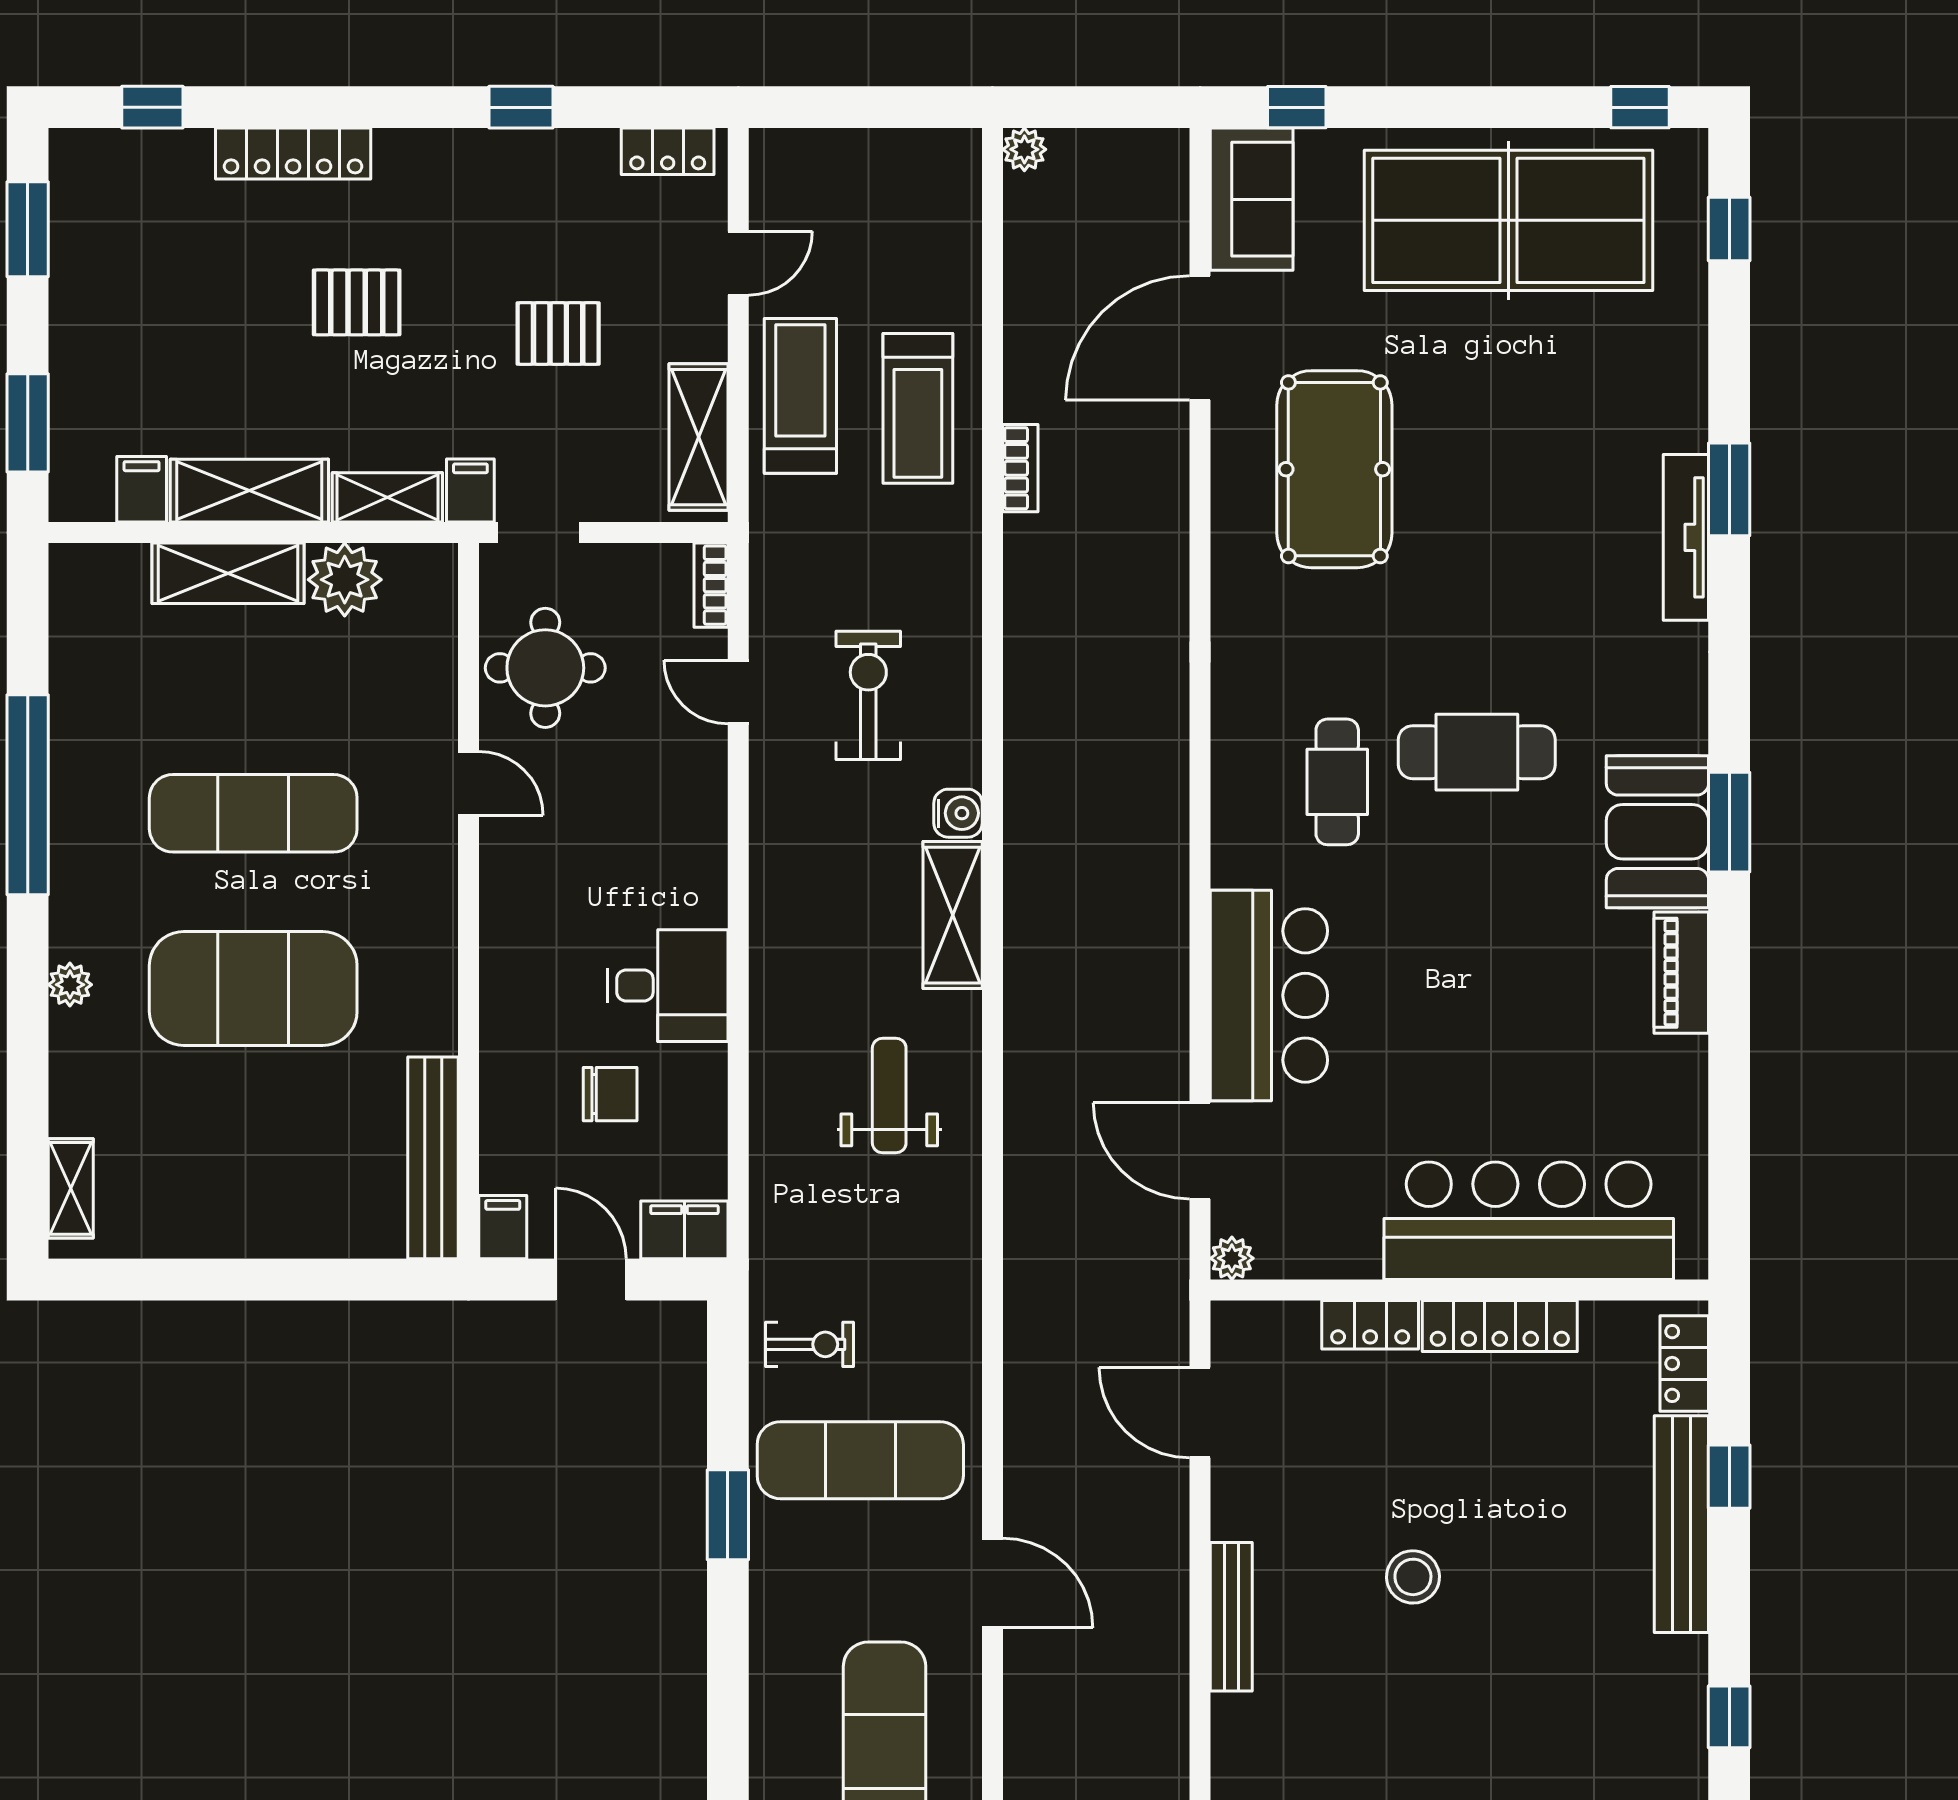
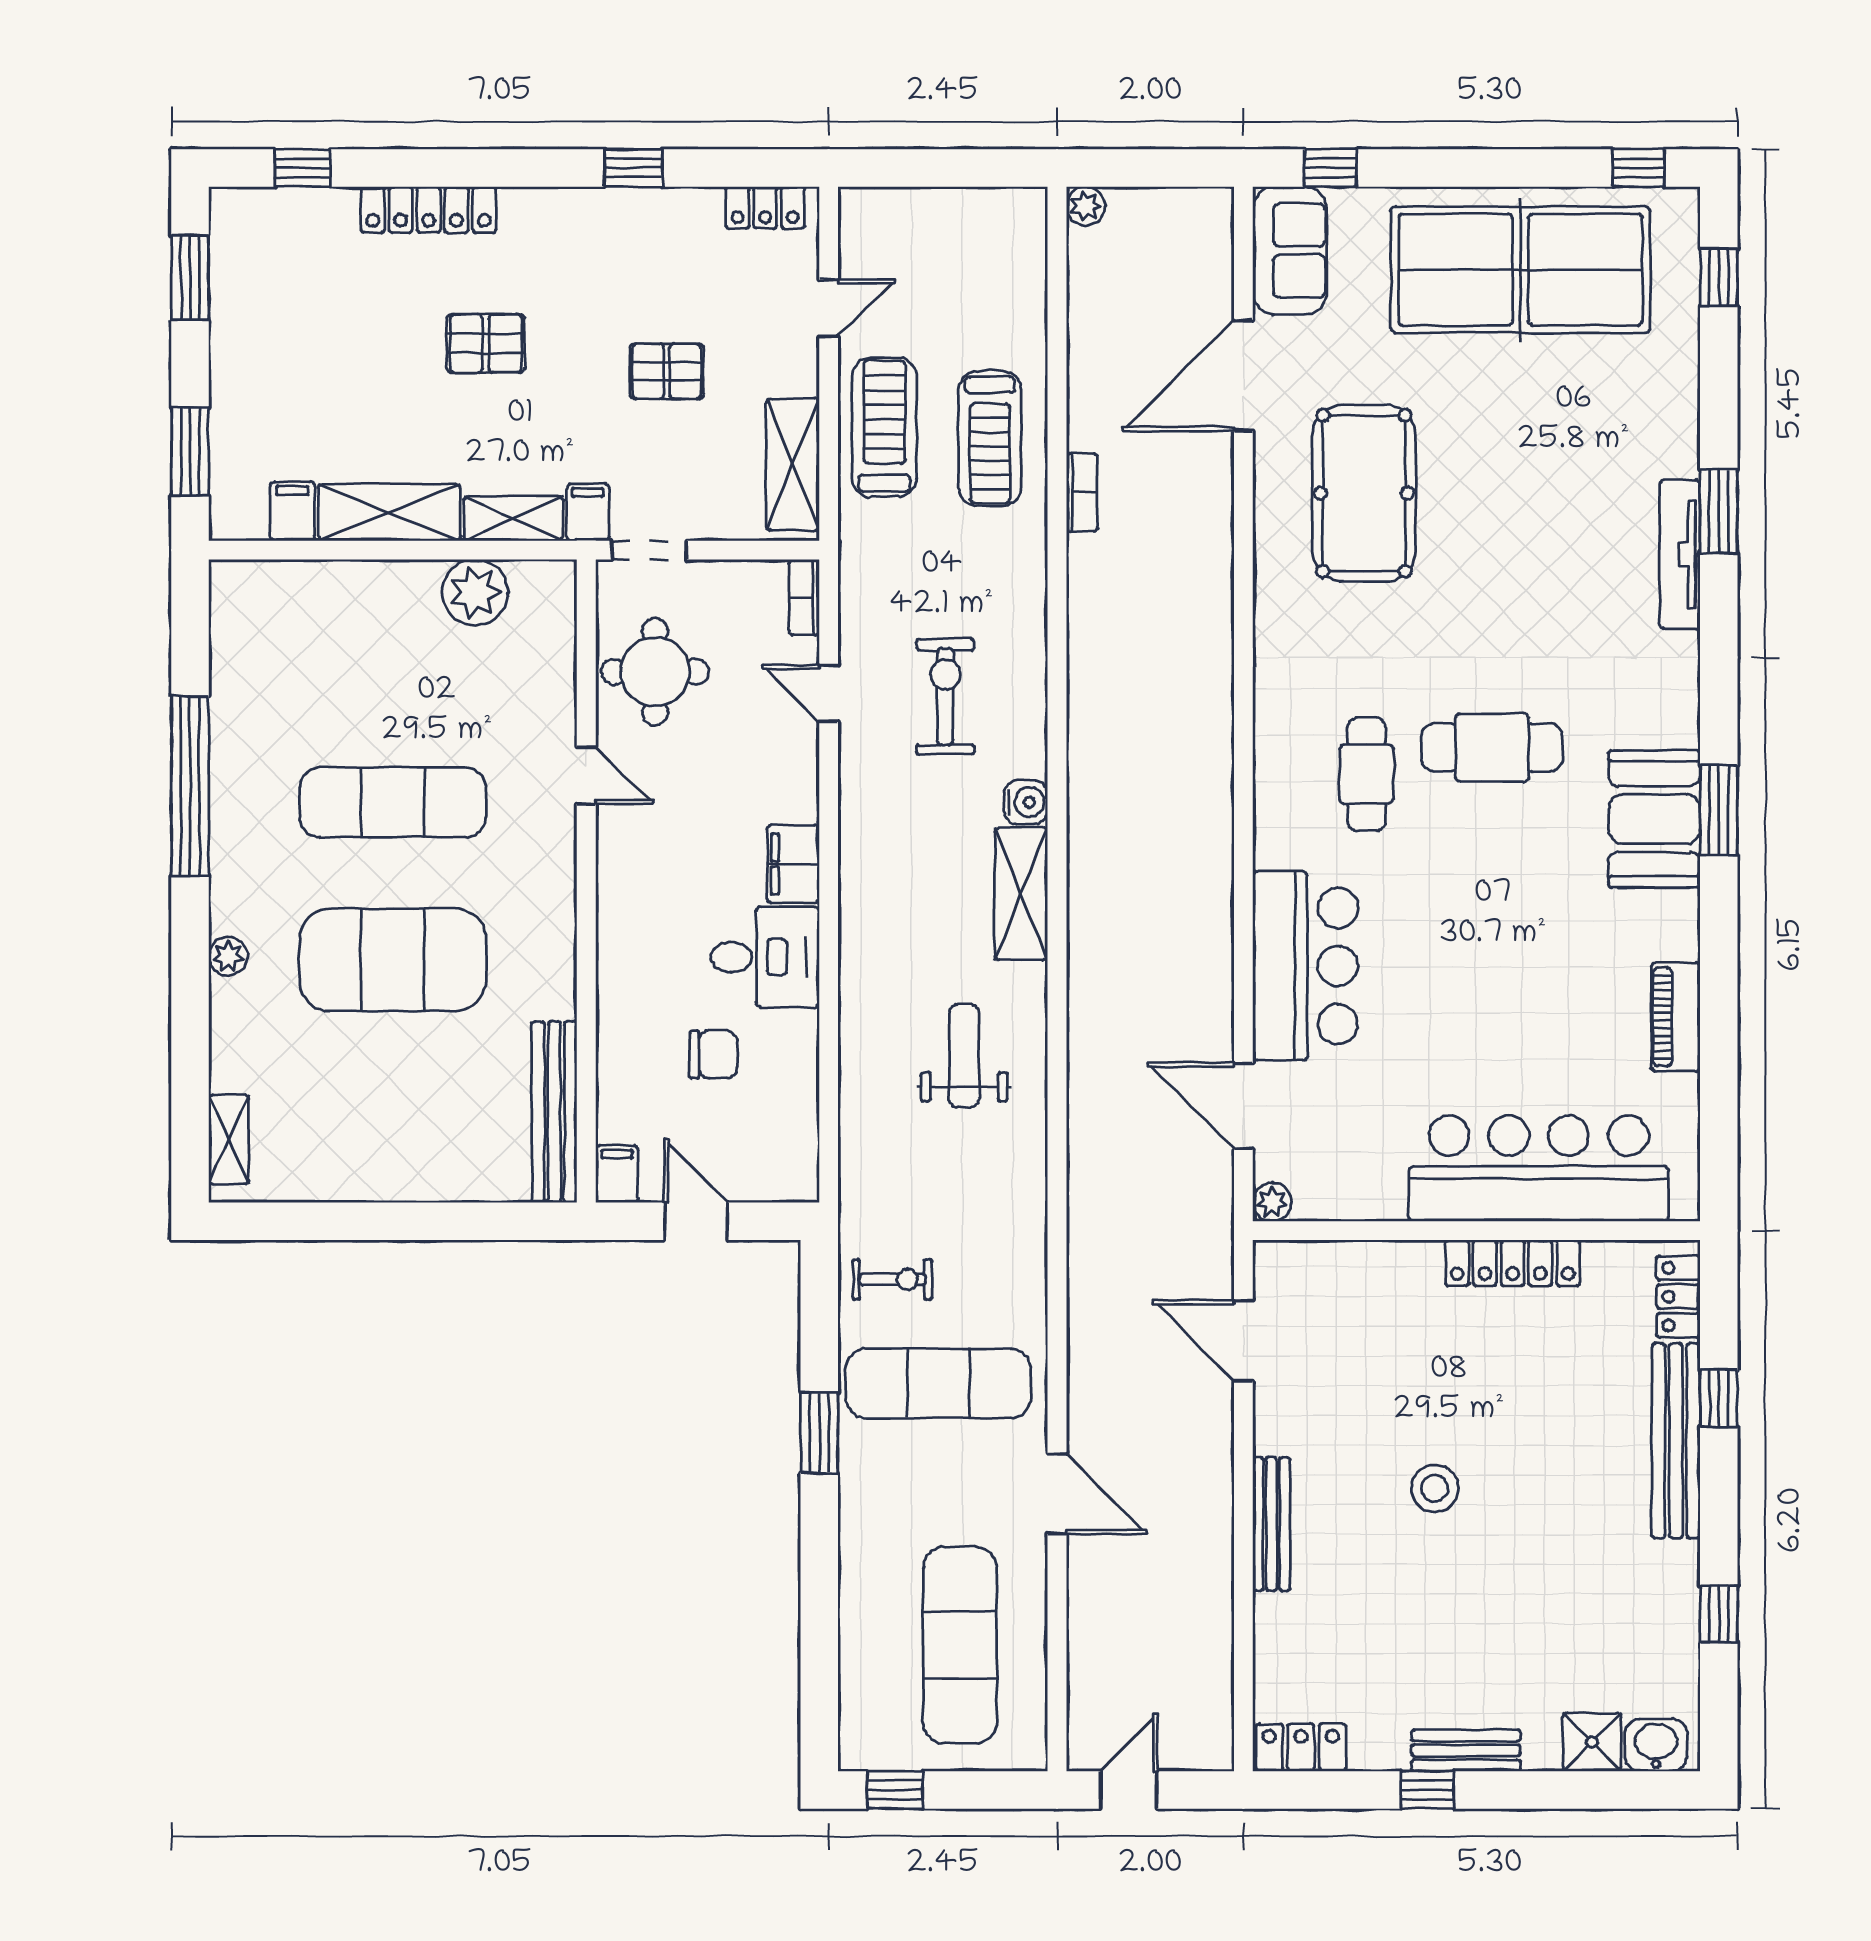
shelving: (228, 573) -> (370, 587), removed
piano: (1681, 973) -> (1676, 1017), moved
filing cabinet: (684, 1230) -> (793, 864), moved, turned -90
locker: (1370, 1325) -> (1396, 1262), removed

